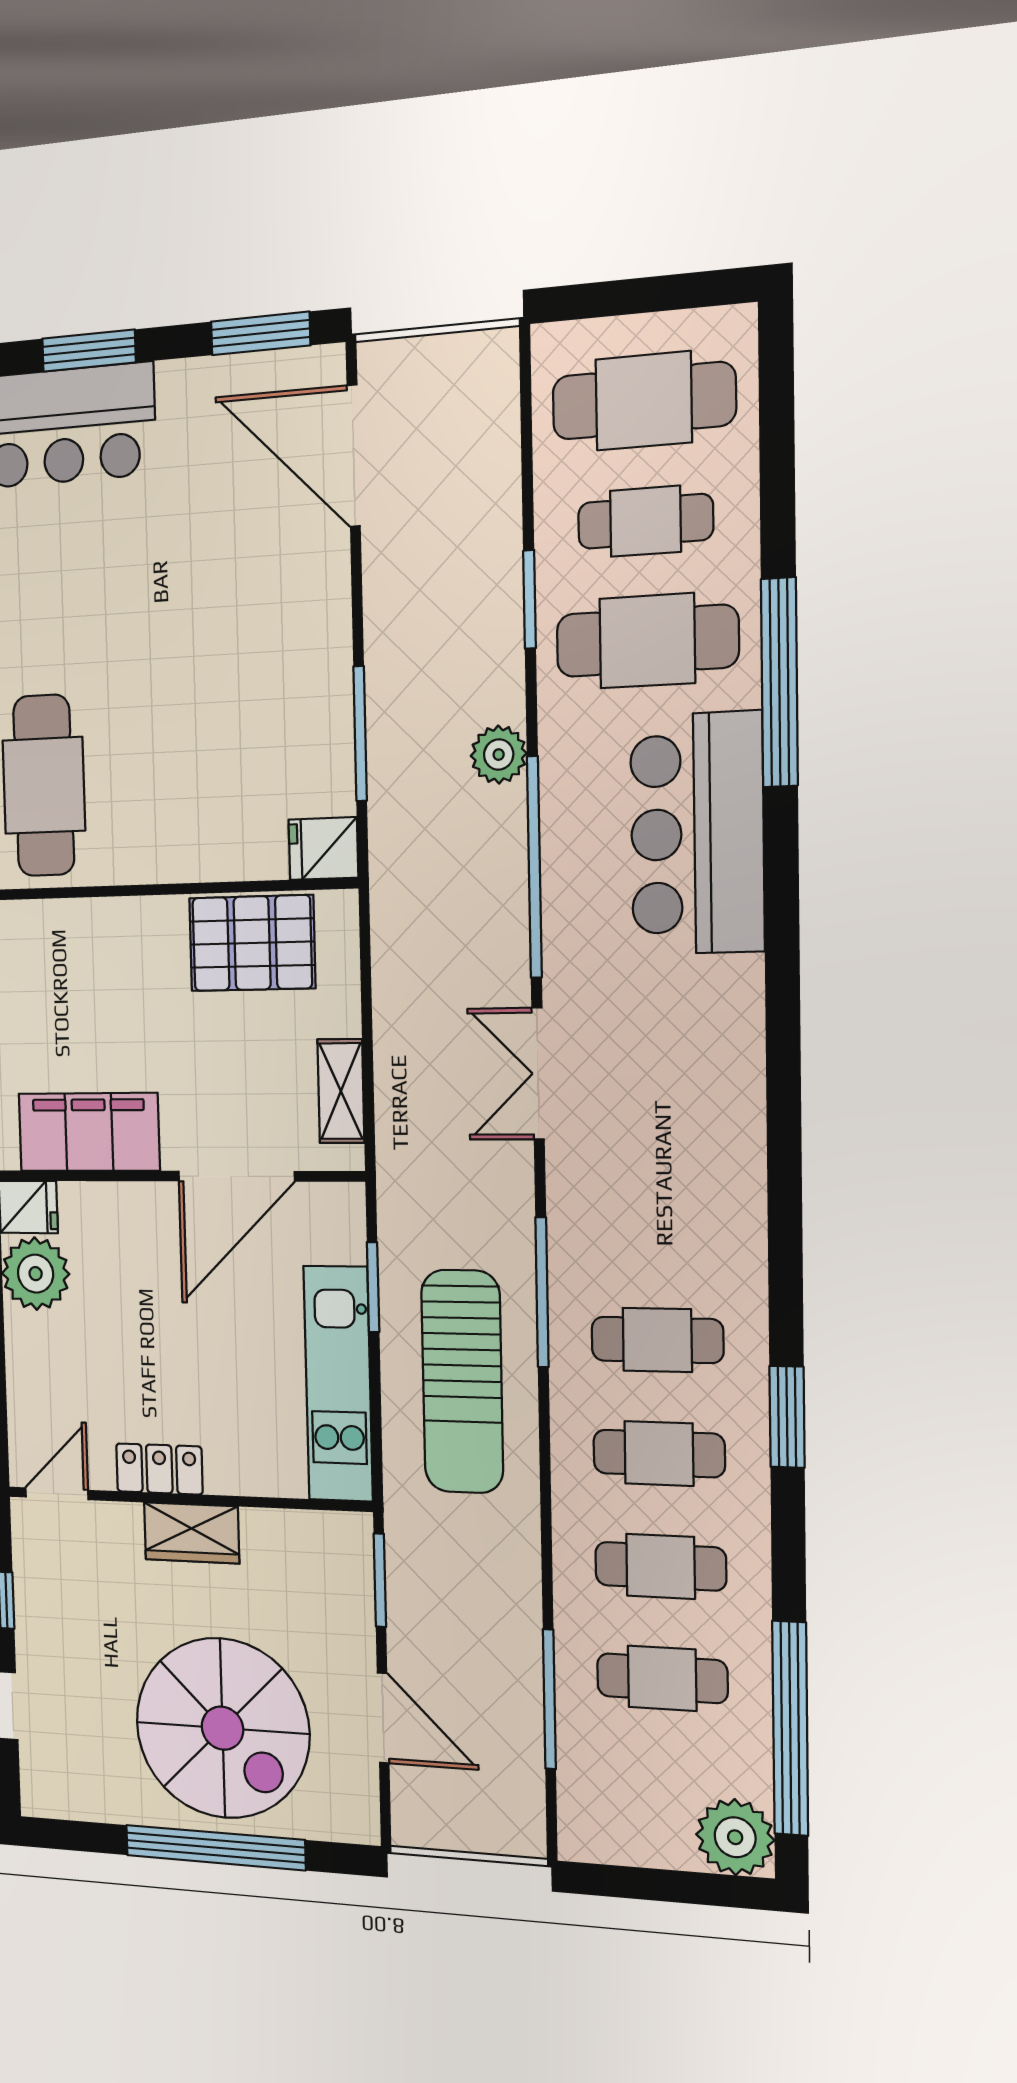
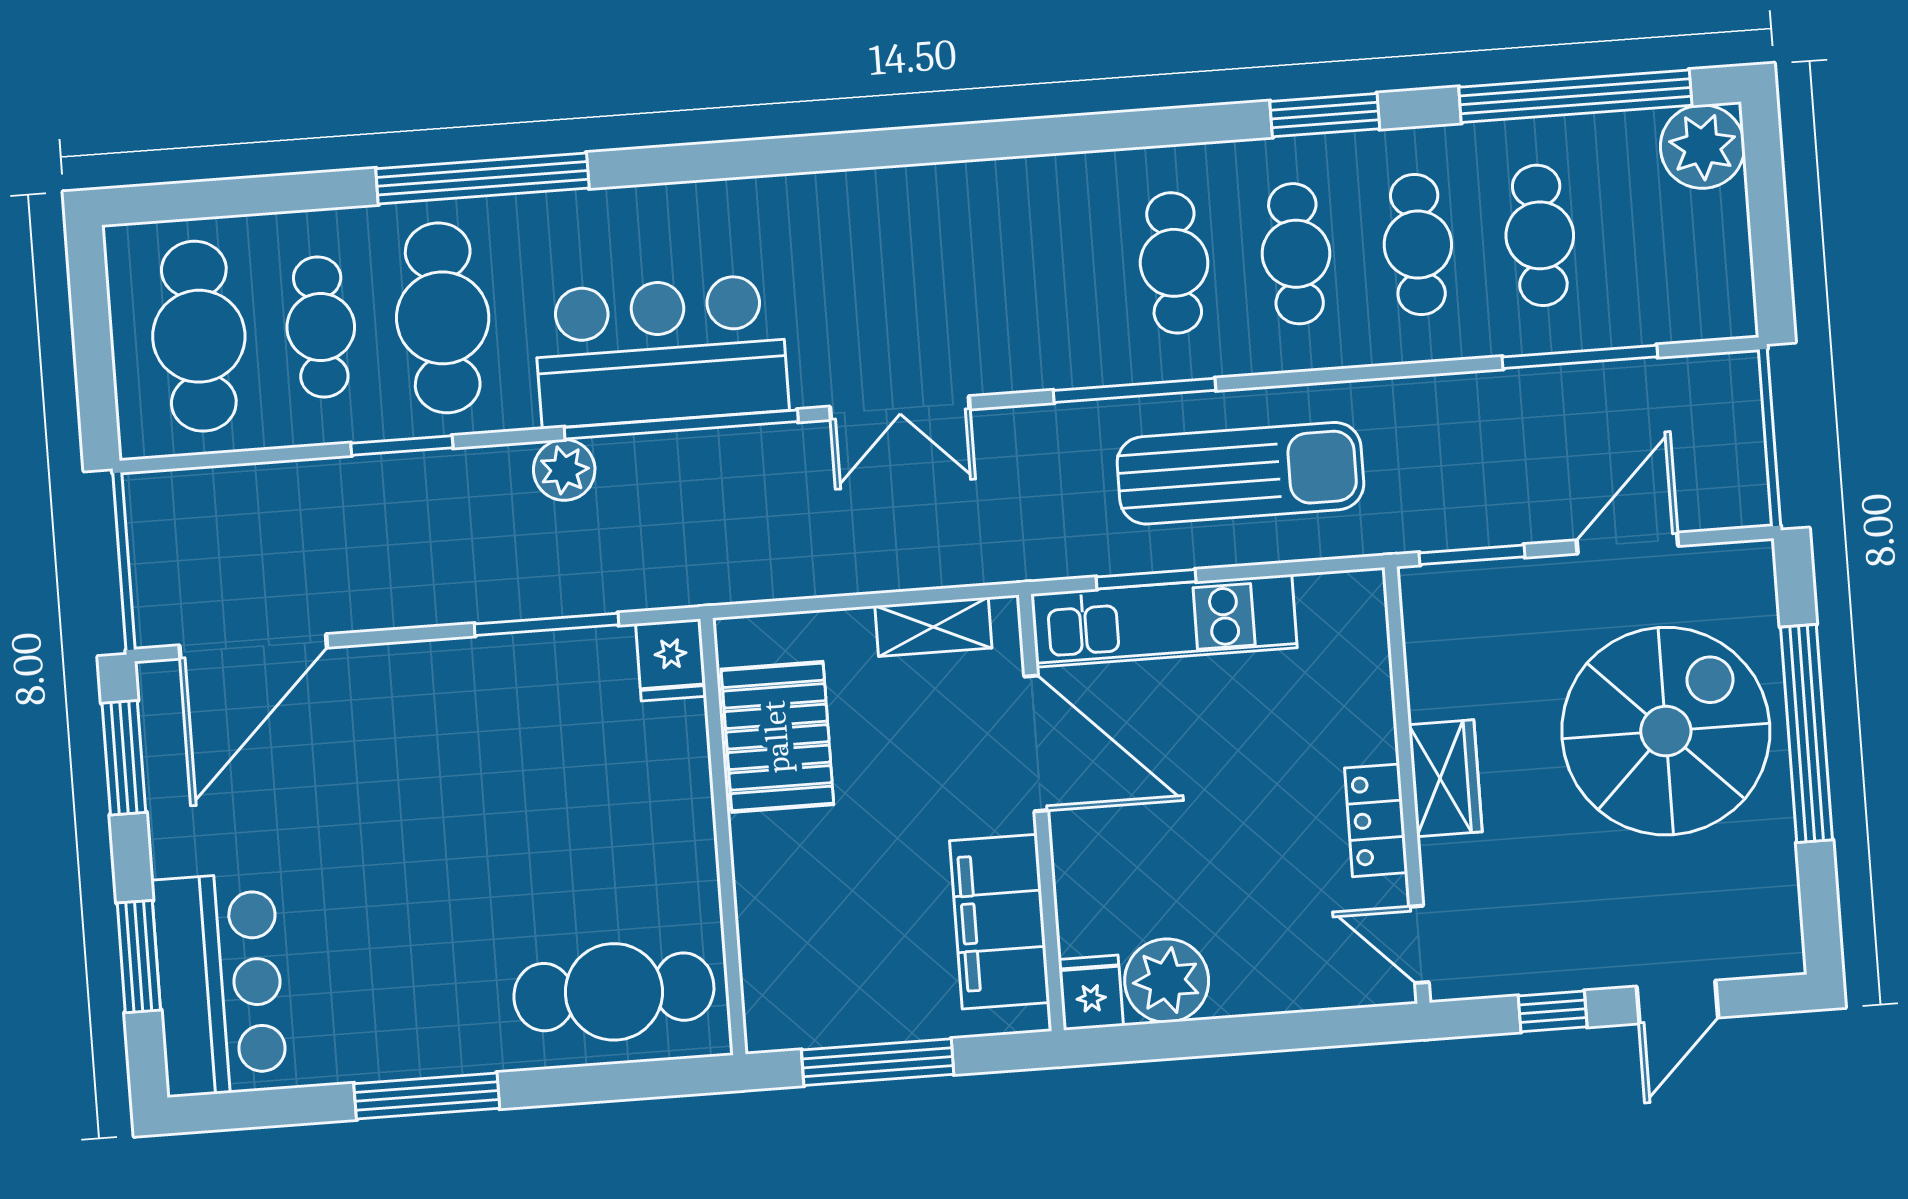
bar counter: (697, 833) -> (661, 351), moved, turned 180
kitchen unit: (338, 1384) -> (1164, 621), moved
window: (787, 1417) -> (1325, 115), moved

